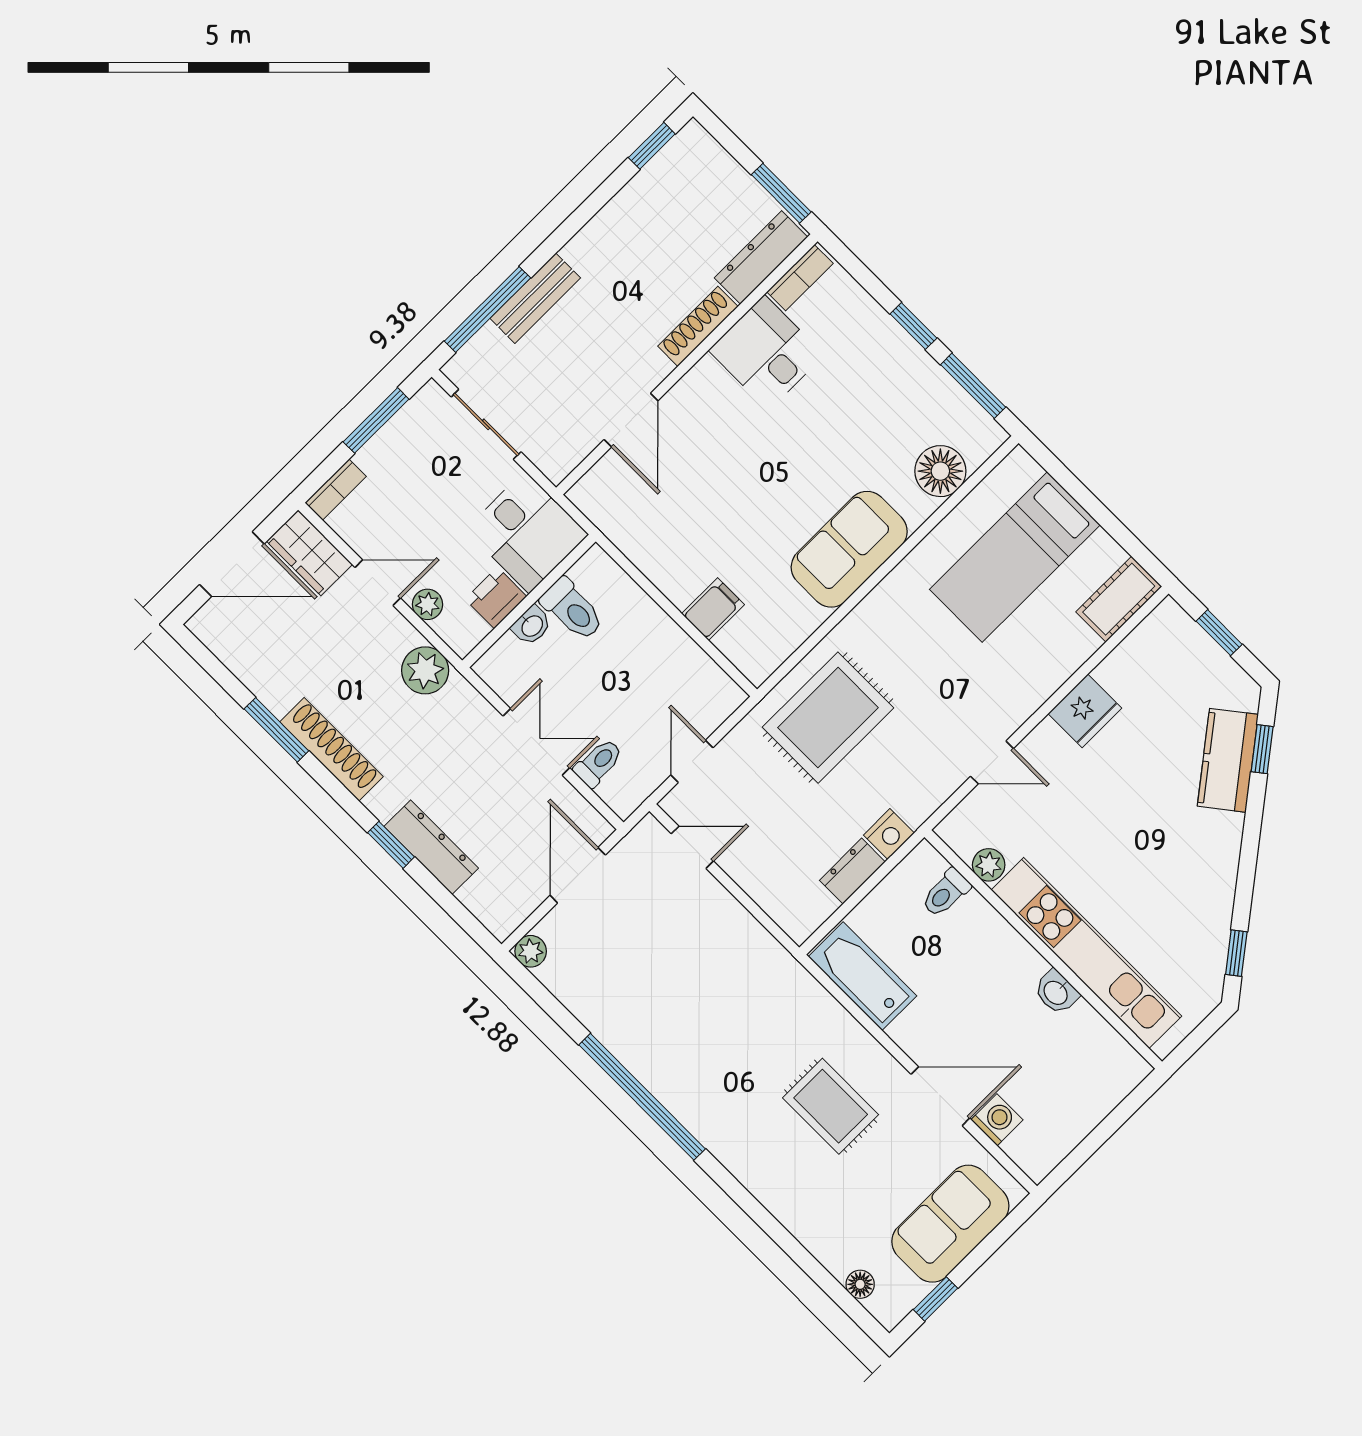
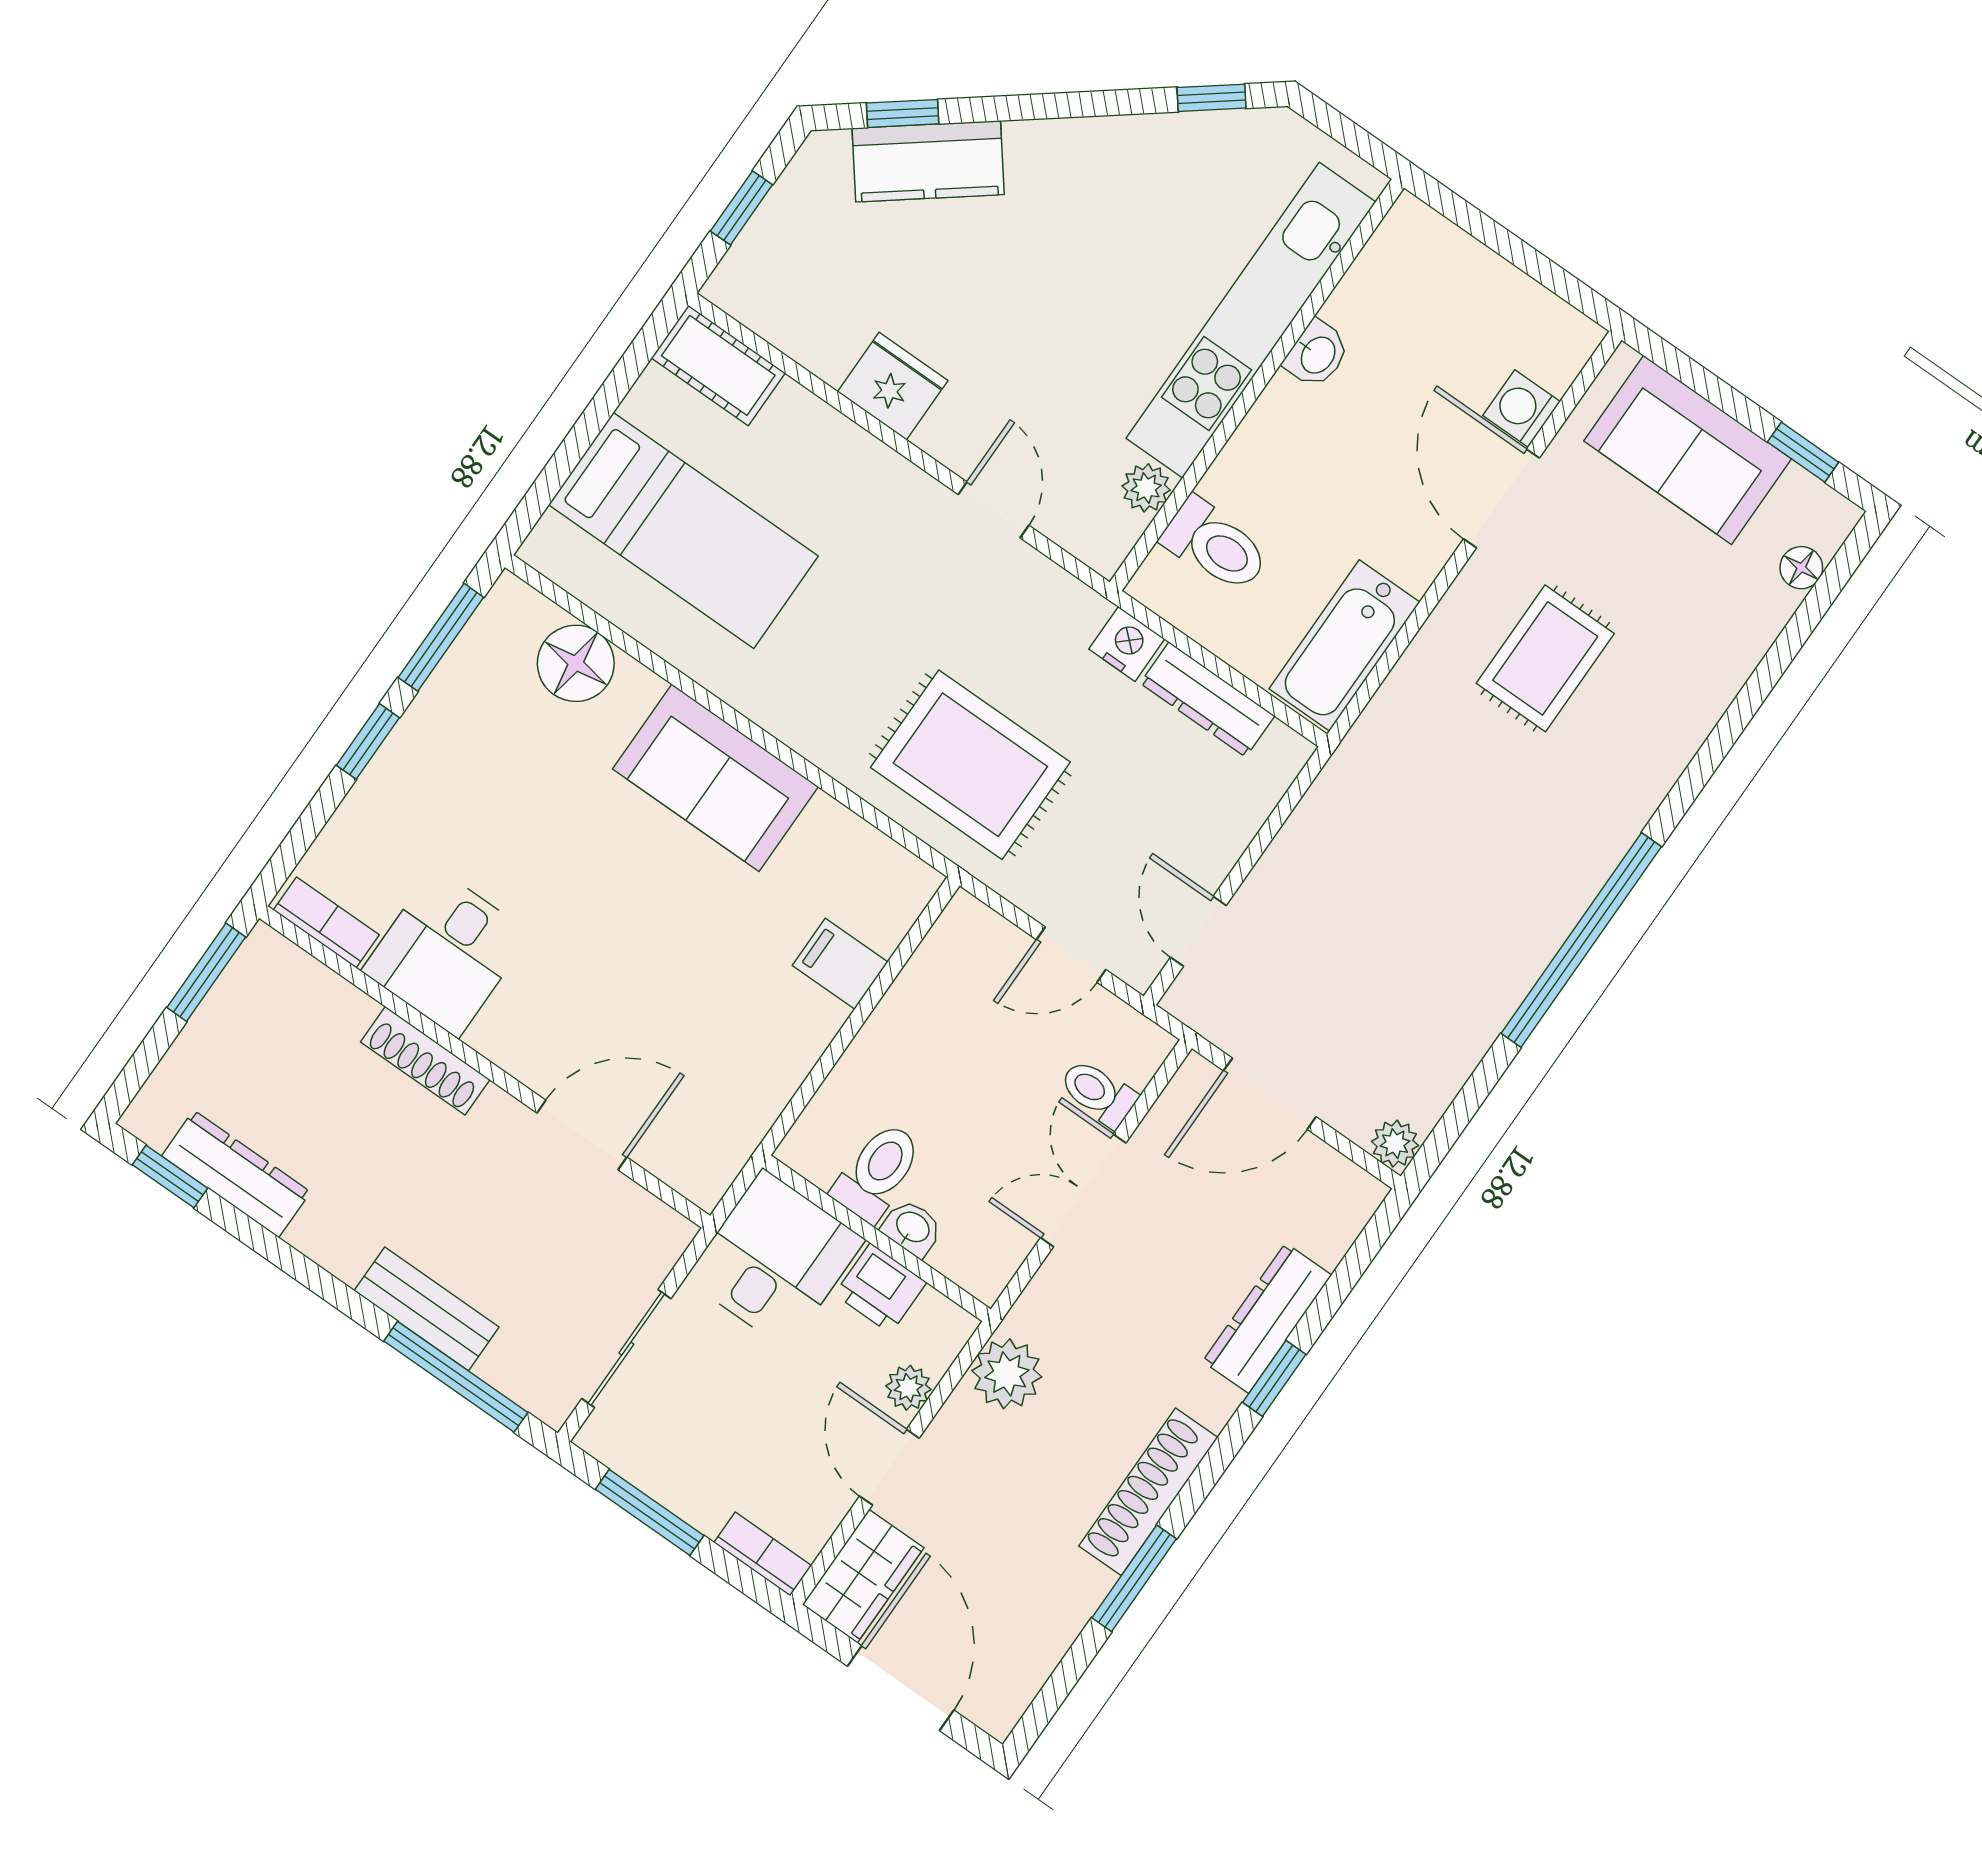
dresser: (761, 257) -> (236, 1174), moved, turned 180
dresser: (852, 871) -> (1207, 699), width x1.44
toilet: (946, 893) -> (1215, 545), width x1.37, depth x1.39

